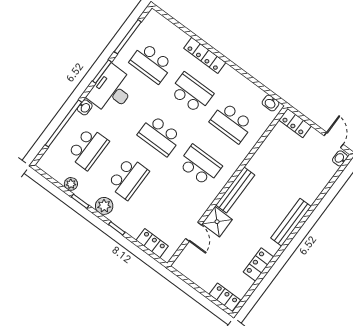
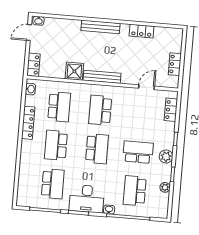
locker: (205, 55) -> (28, 123), moved
school desk: (88, 148) -> (135, 191), turned -90
shower: (217, 222) -> (74, 71), moved
locker: (225, 297) -> (175, 64), moved

